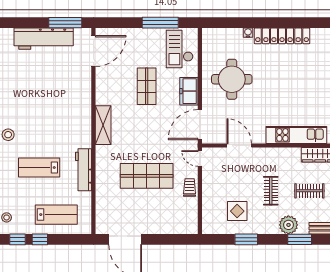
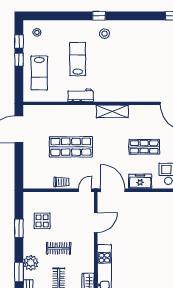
round table: (232, 79) -> (150, 216), removed
workbench: (84, 170) -> (81, 95), width x0.73
shop shelf: (147, 176) -> (71, 147), turned 90

